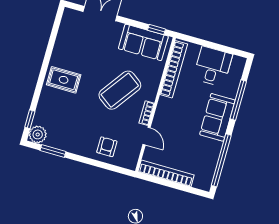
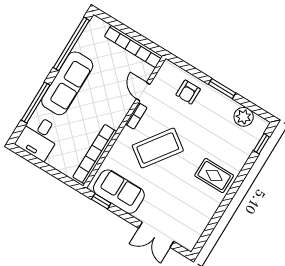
desk: (213, 66) -> (39, 137), moved
sofa: (217, 117) -> (67, 83), width x1.36
plant: (38, 134) -> (244, 117), moved
window: (53, 151) -> (222, 89), moved

